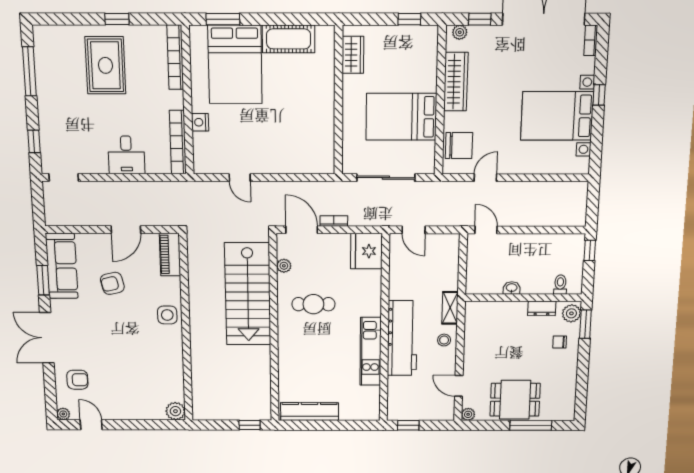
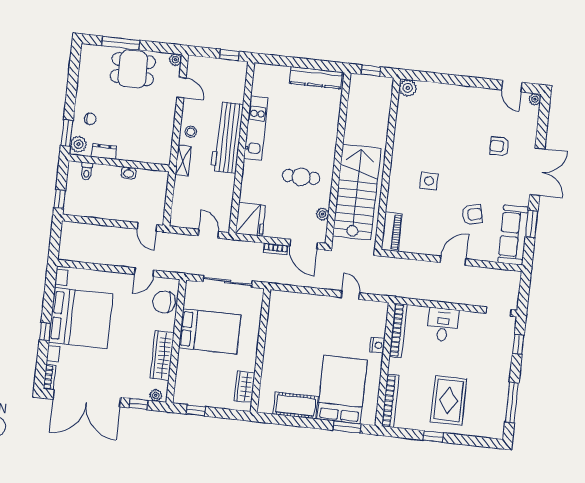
bed with nightstands: (557, 116) -> (81, 318), width x1.36
piano: (170, 255) -> (392, 232), moved
wall: (186, 329) -> (388, 164), moved
armchair: (77, 380) -> (499, 146), moved
plant: (175, 411) -> (408, 88), moved

